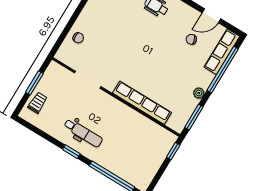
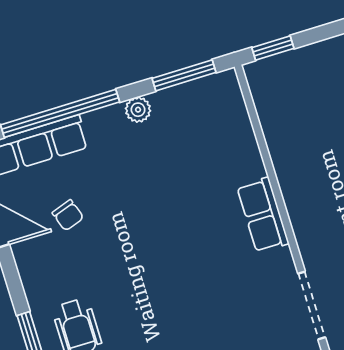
row of seats: (142, 103) -> (263, 215), width x0.50

